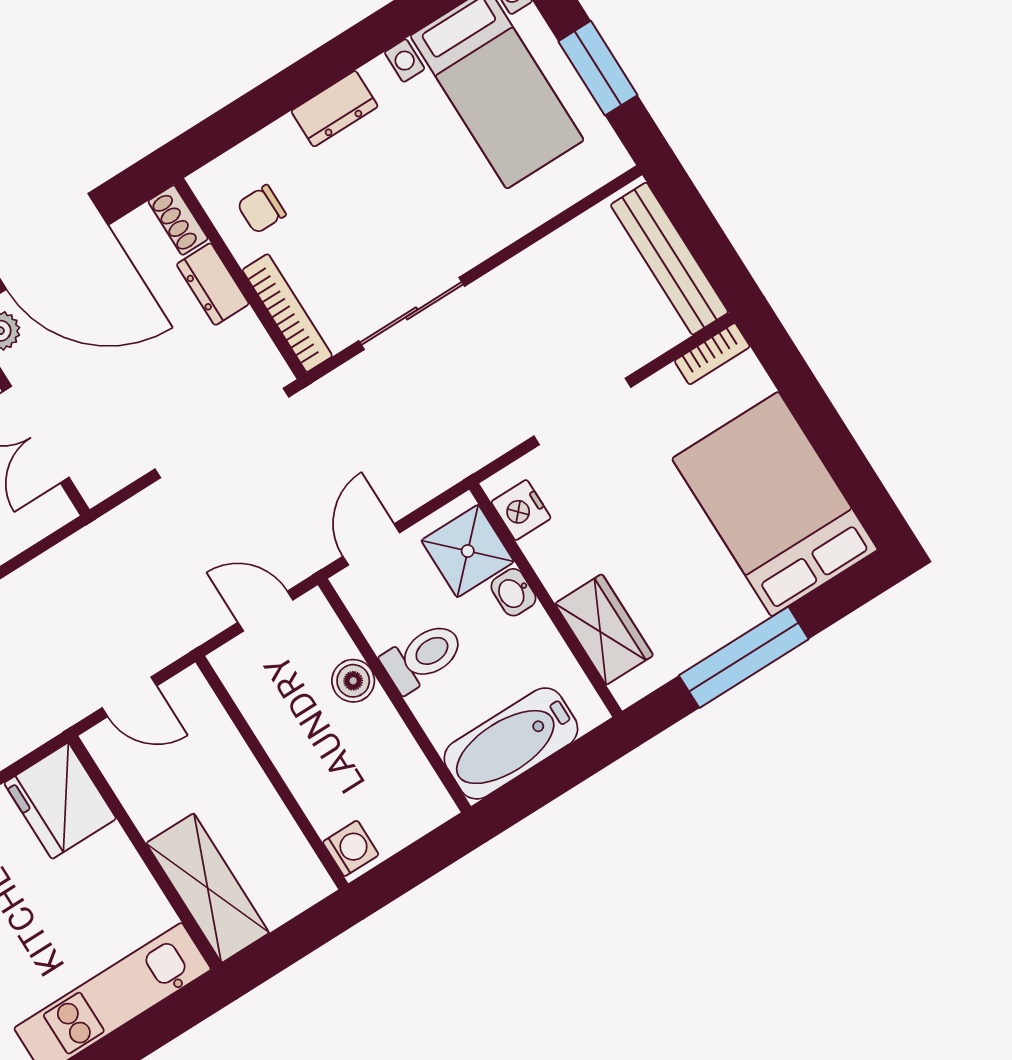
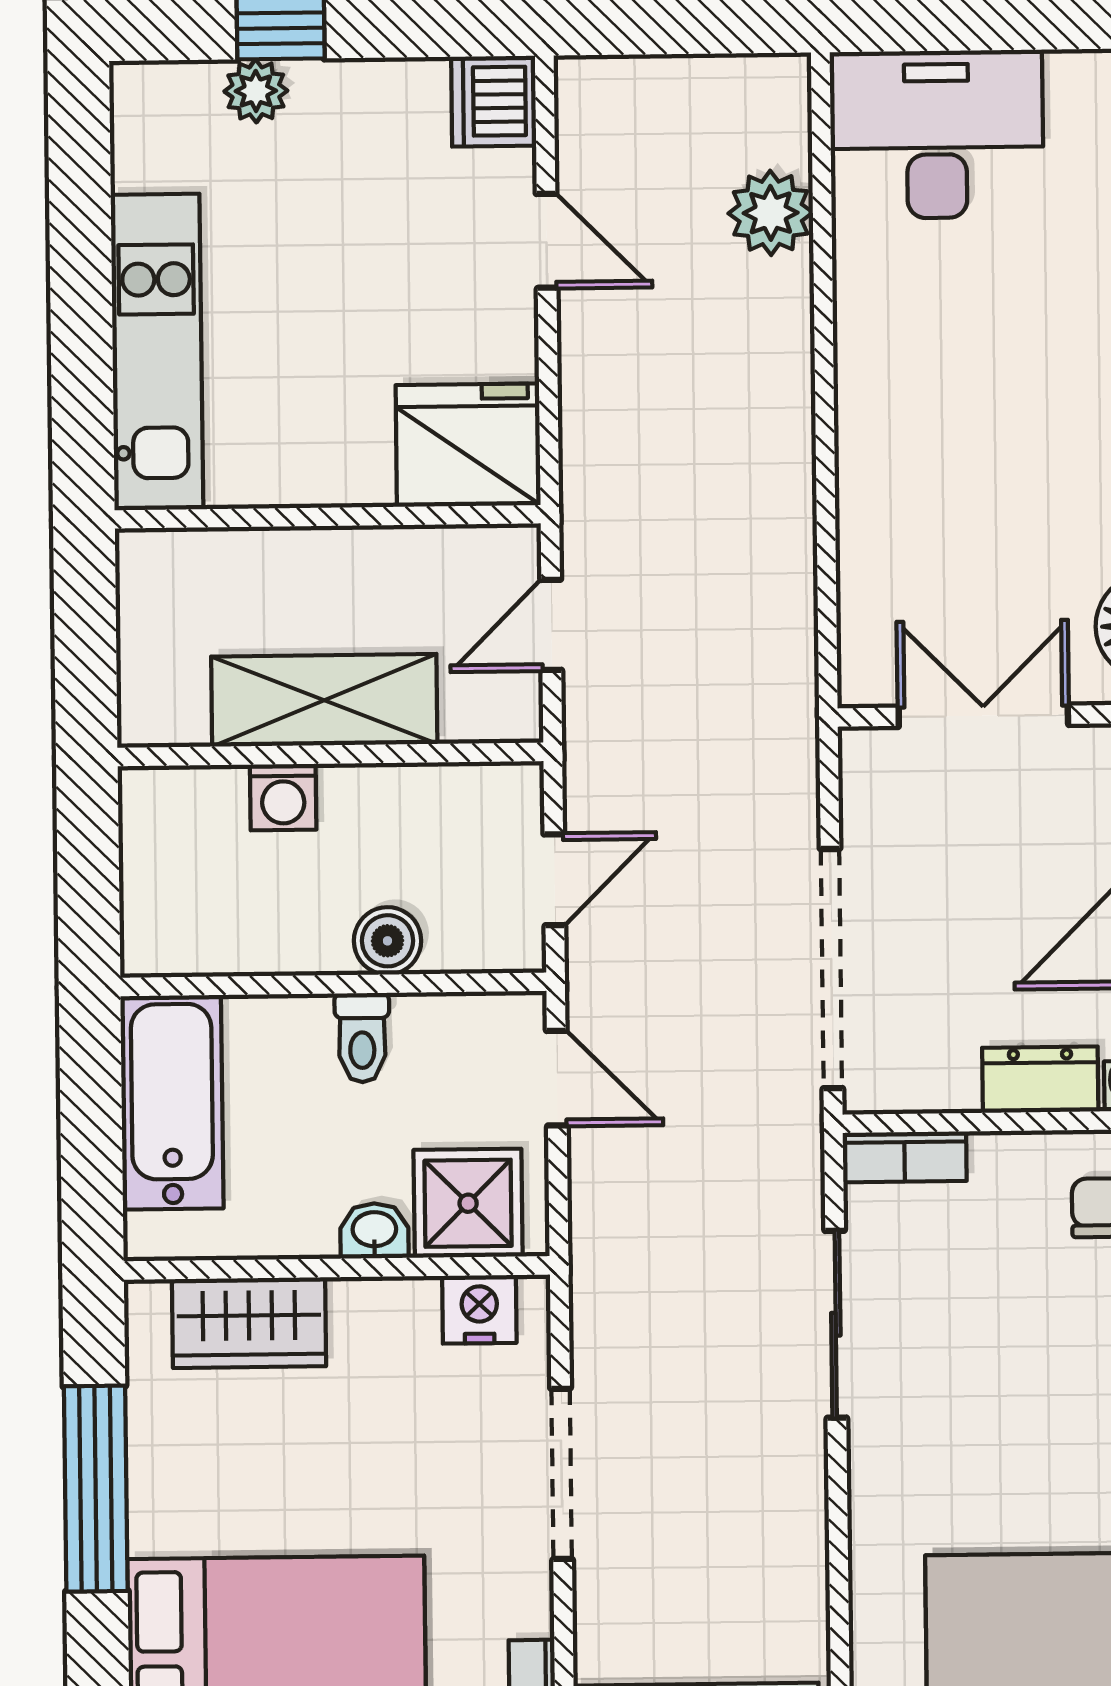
bookcase: (287, 313) -> (905, 1157), width x0.64
toilet: (423, 657) -> (362, 1038), width x0.73, depth x0.72
washing machine: (351, 848) -> (283, 797), moved
shelving: (208, 888) -> (324, 700), moved

